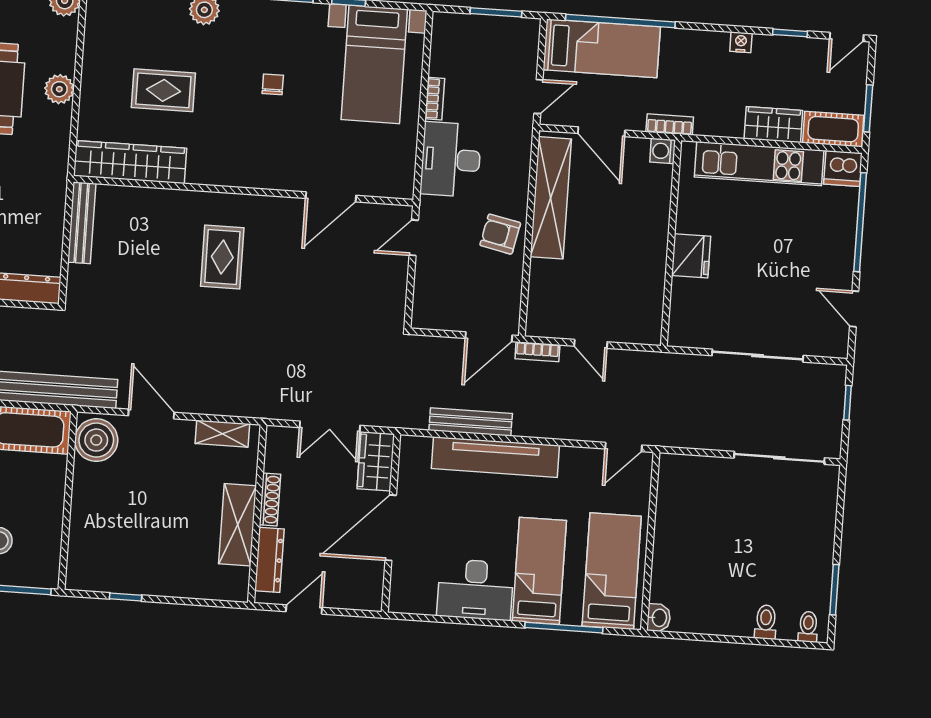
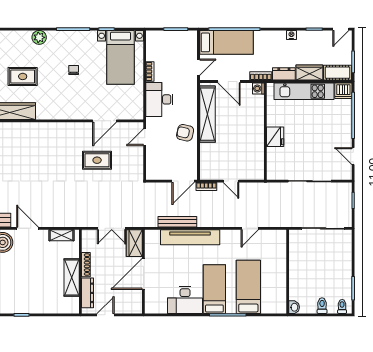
dresser: (719, 124) -> (284, 74), added
rug: (222, 257) -> (97, 160), moved, turned 90
wall: (650, 541) -> (288, 272), moved
washbasin: (659, 618) -> (294, 307), moved

